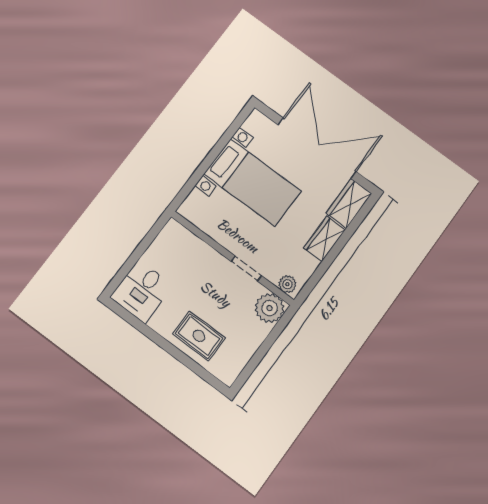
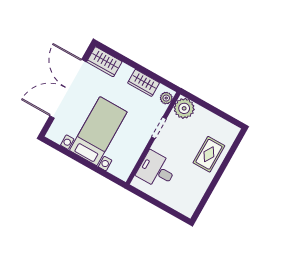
wardrobe: (325, 239) -> (144, 83), moved
desk: (142, 291) -> (157, 170), moved, turned 180

